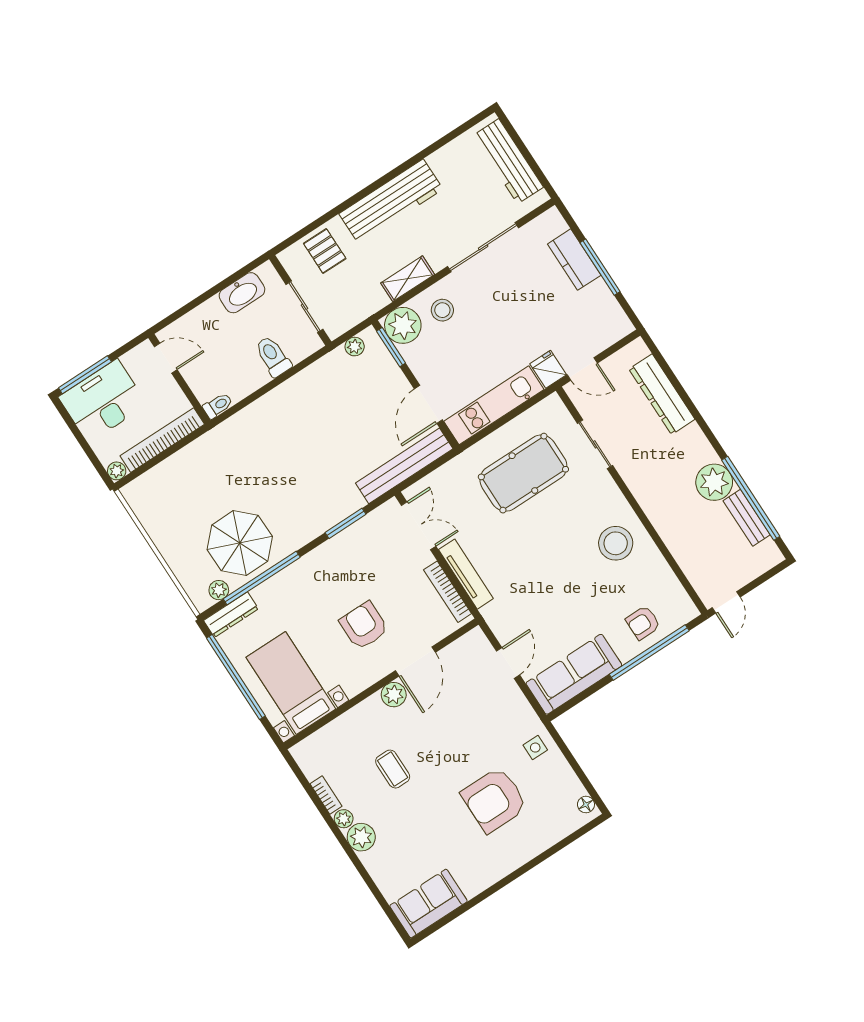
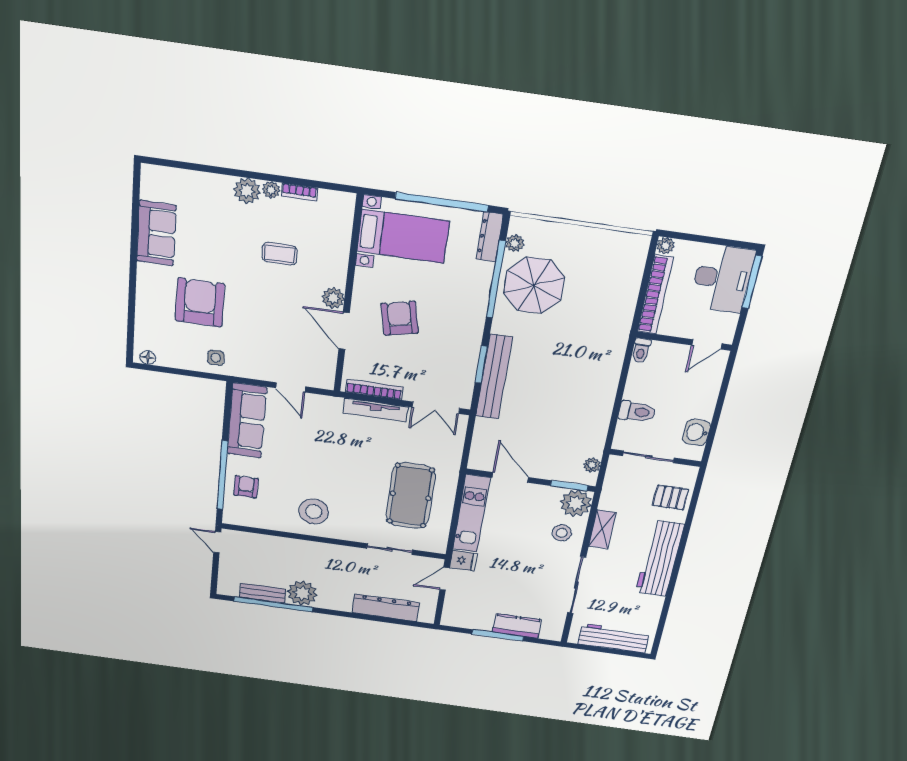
washbasin: (242, 293) -> (697, 432), width x0.72
bench: (404, 466) -> (494, 377), moved
armchair: (364, 626) -> (400, 318), turned -103
sofa: (428, 904) -> (156, 233), moved

